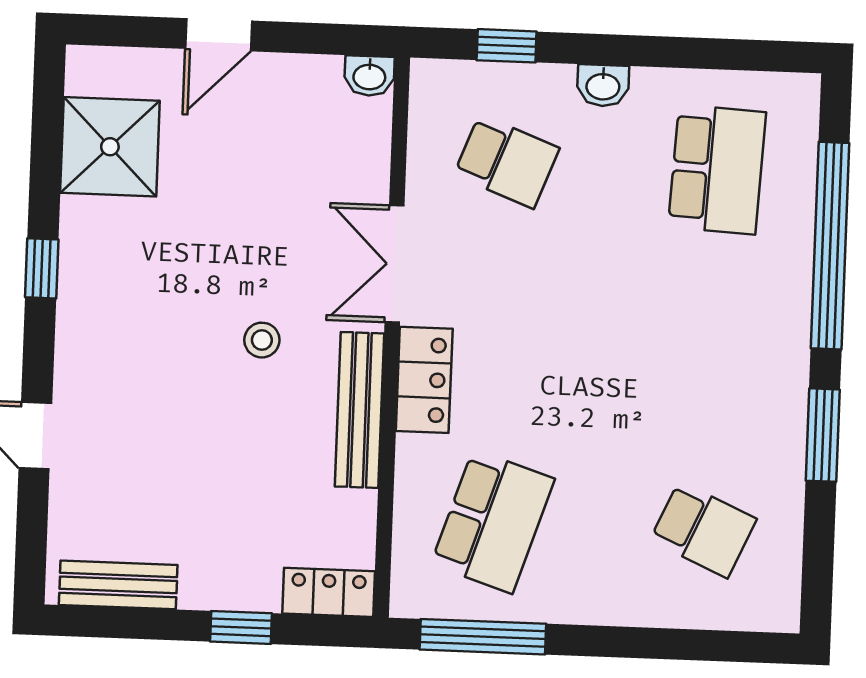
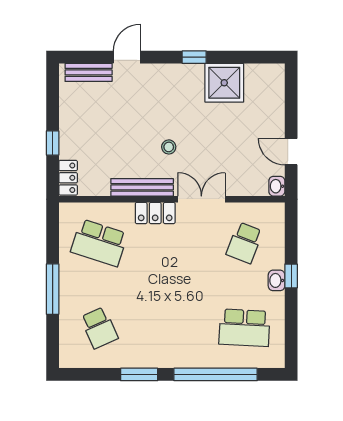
door: (219, 35) -> (291, 152), moved
window: (507, 46) -> (291, 276), moved
shower: (110, 147) -> (224, 83), moved
school desk: (703, 530) -> (99, 328), turned -48
bench: (118, 585) -> (89, 72), moved, turned 90
window: (483, 637) -> (53, 289), moved

